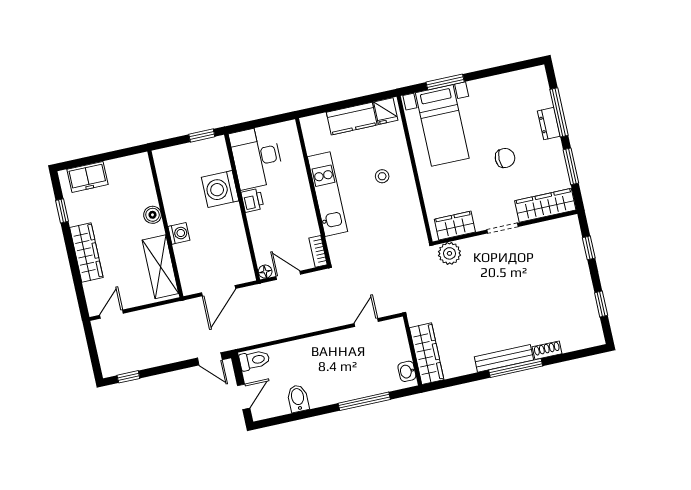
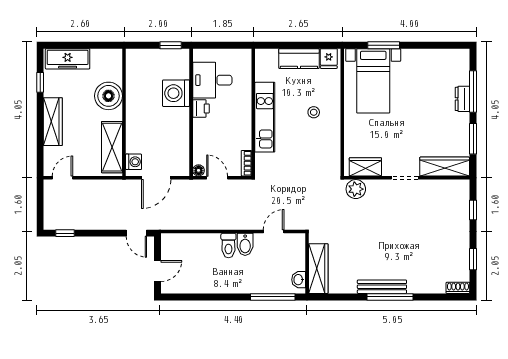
desk: (257, 157) -> (212, 80), width x0.73
chair: (505, 158) -> (420, 120), removed
freezer: (87, 177) -> (68, 59), width x1.40
boiler: (152, 215) -> (108, 96), width x1.86, depth x1.86
washing machine: (179, 233) -> (134, 162), moved
shoe rack: (547, 350) -> (458, 288), moved
toilet: (254, 360) -> (228, 246), moved, turned 90
bidet: (298, 398) -> (245, 244), moved, turned 180
window: (364, 401) -> (273, 297), moved

